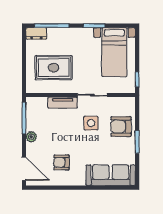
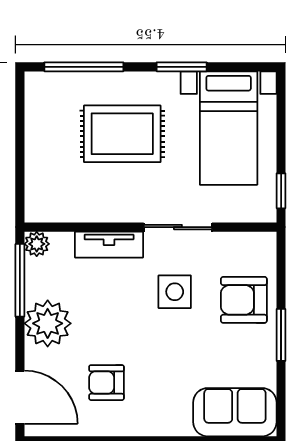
dresser: (36, 33) -> (48, 85), removed
rug: (54, 68) -> (122, 134), moved
plant: (31, 102) -> (37, 244), added
plant: (31, 137) -> (48, 323), width x1.88, depth x1.88
sofa: (111, 175) -> (235, 412), width x0.73

